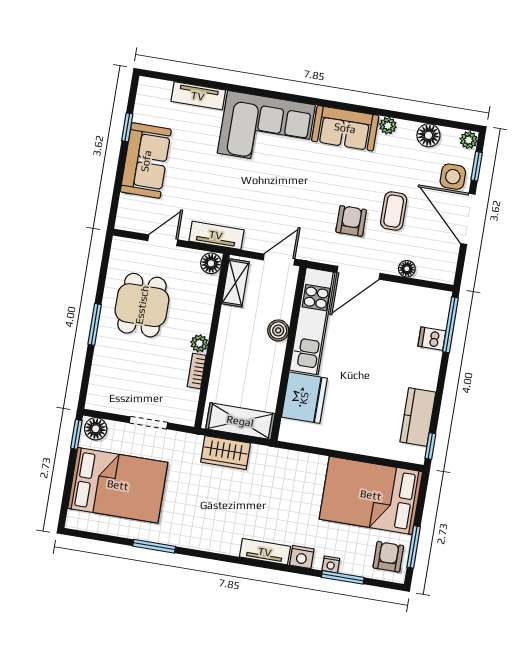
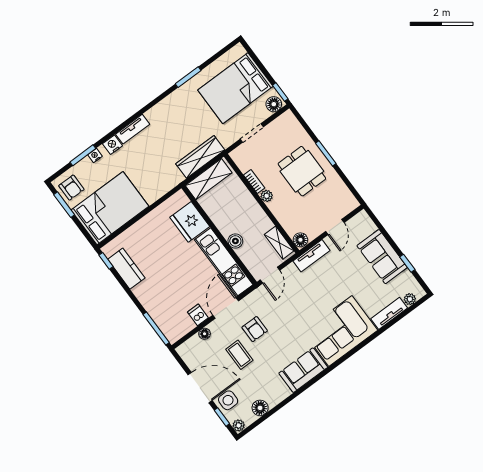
plant: (388, 126) -> (410, 299), moved
dining table: (142, 305) -> (302, 171), moved
dishwasher: (432, 339) -> (198, 315), moved, turned -90
wardrobe: (226, 453) -> (200, 157), width x1.50

